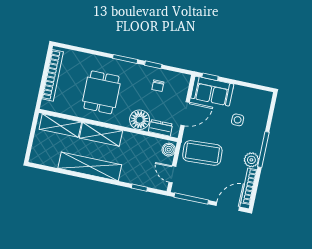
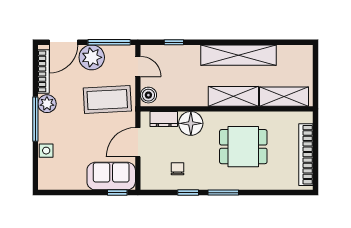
dining table: (101, 92) -> (243, 147), turned 90
side table: (238, 120) -> (46, 151), moved
plant: (208, 189) -> (92, 57), added

